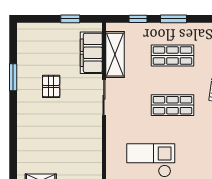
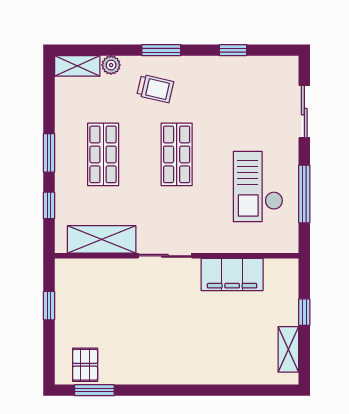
filing cabinet: (91, 53) -> (232, 274), moved
window: (13, 77) -> (94, 390), moved
pallet: (51, 86) -> (85, 365), moved, turned 90

